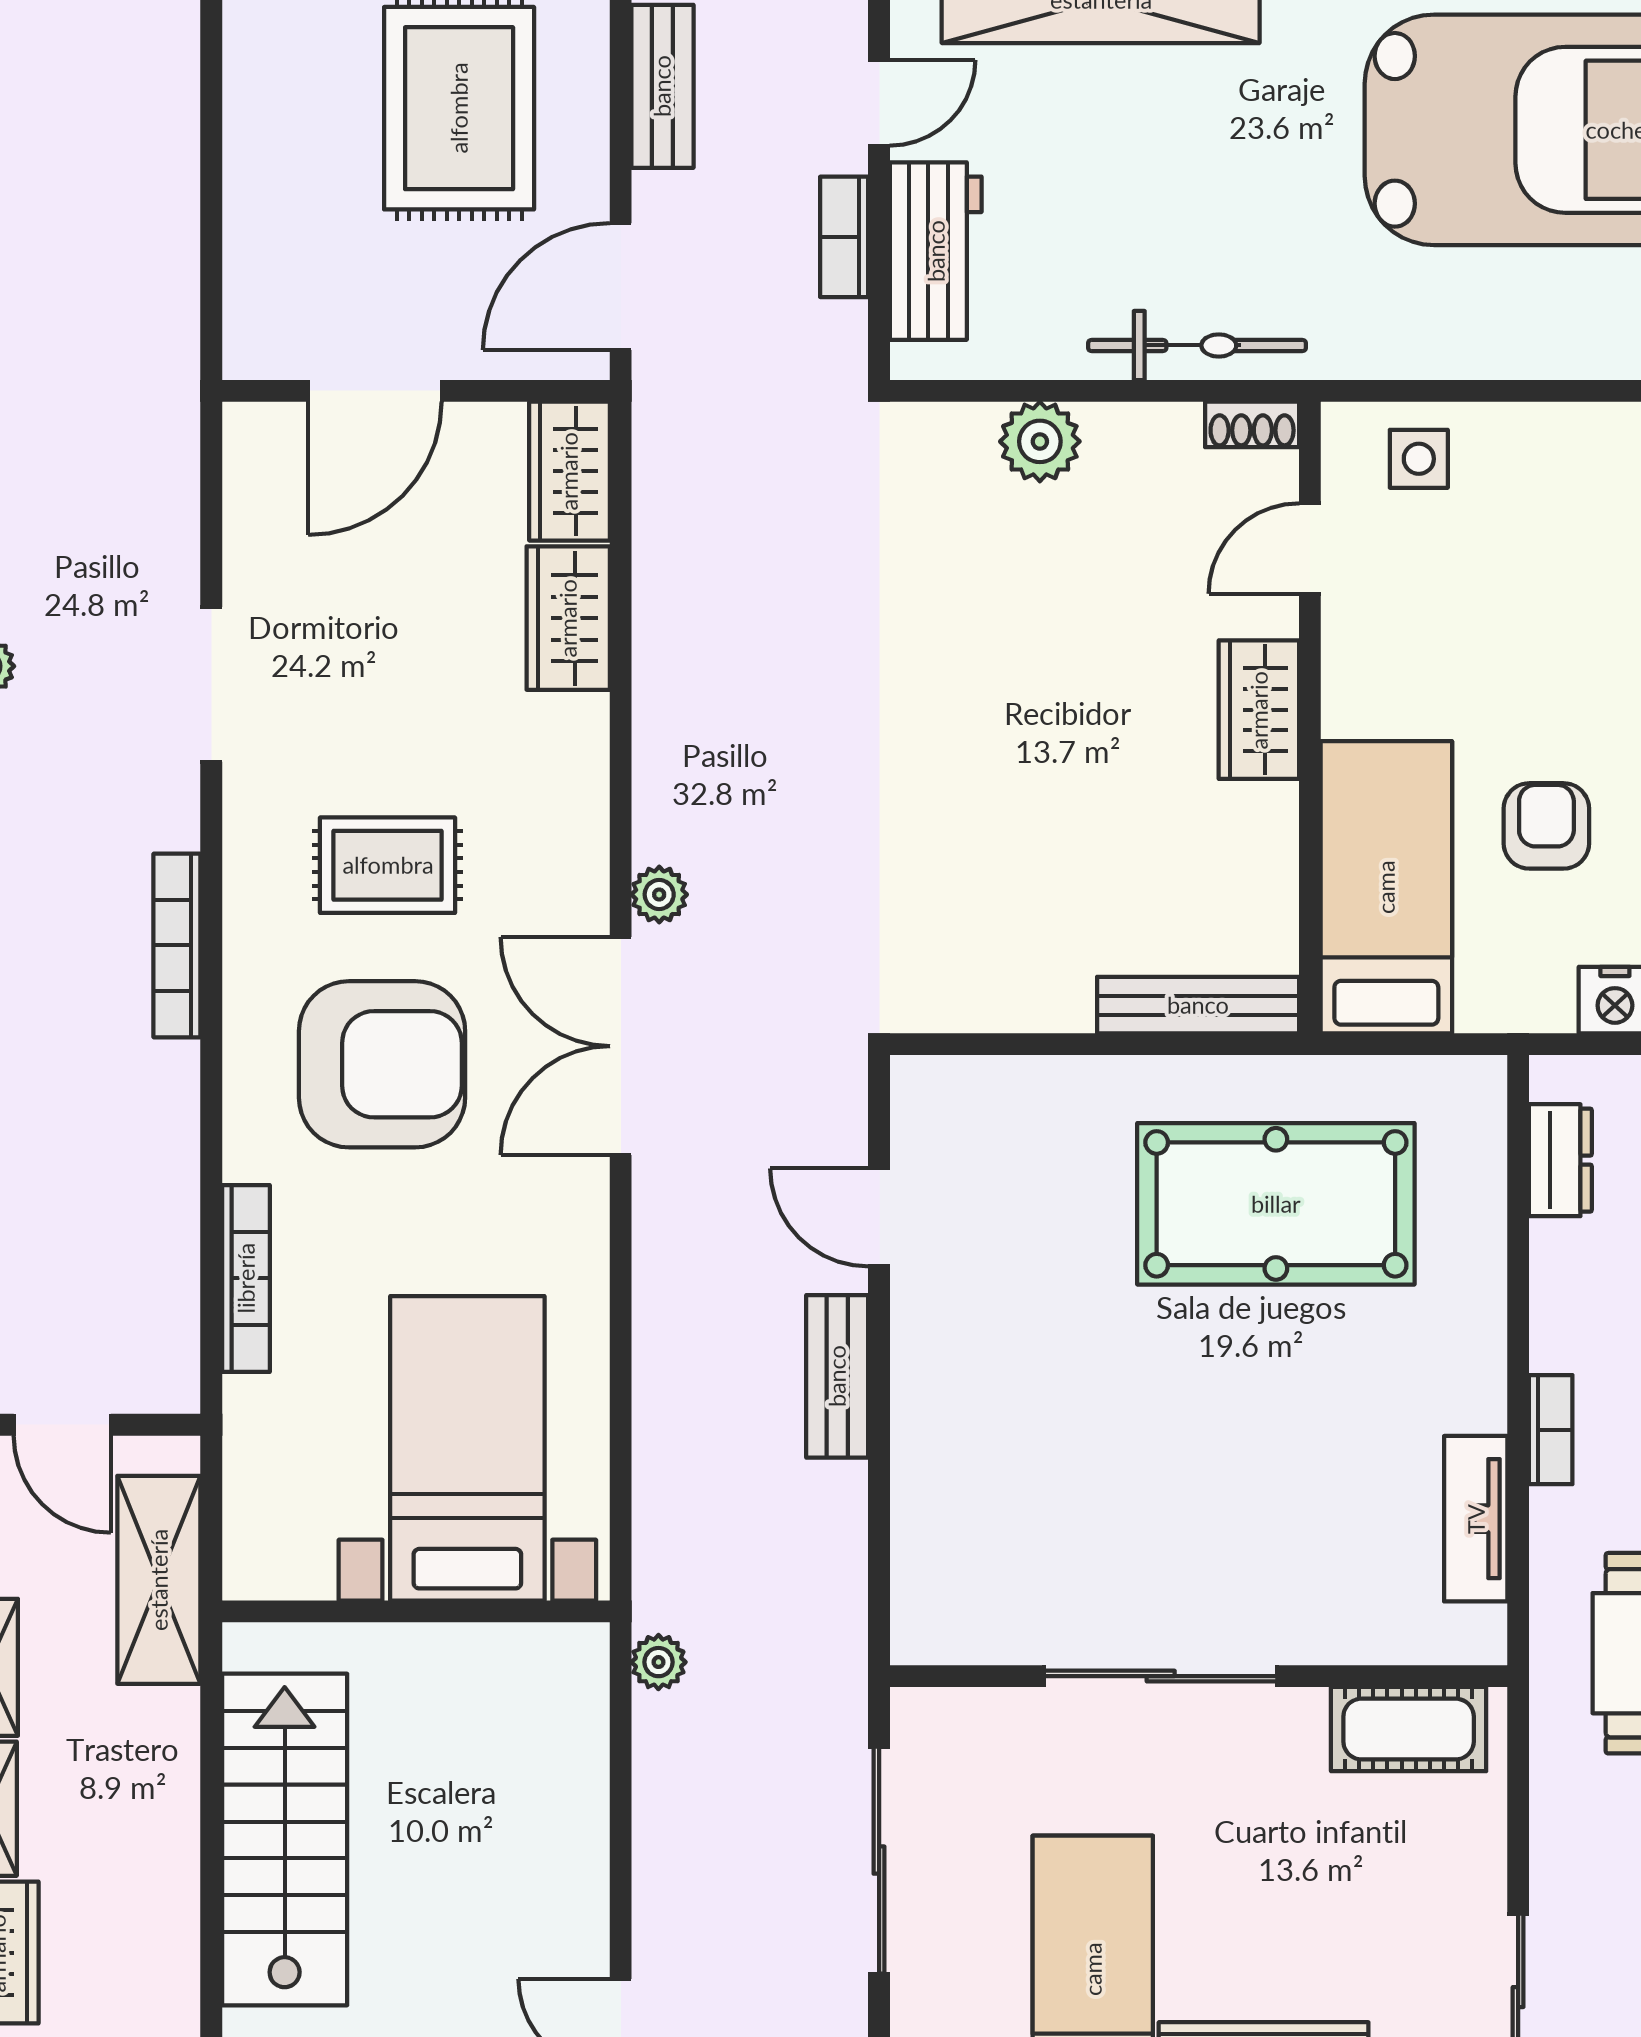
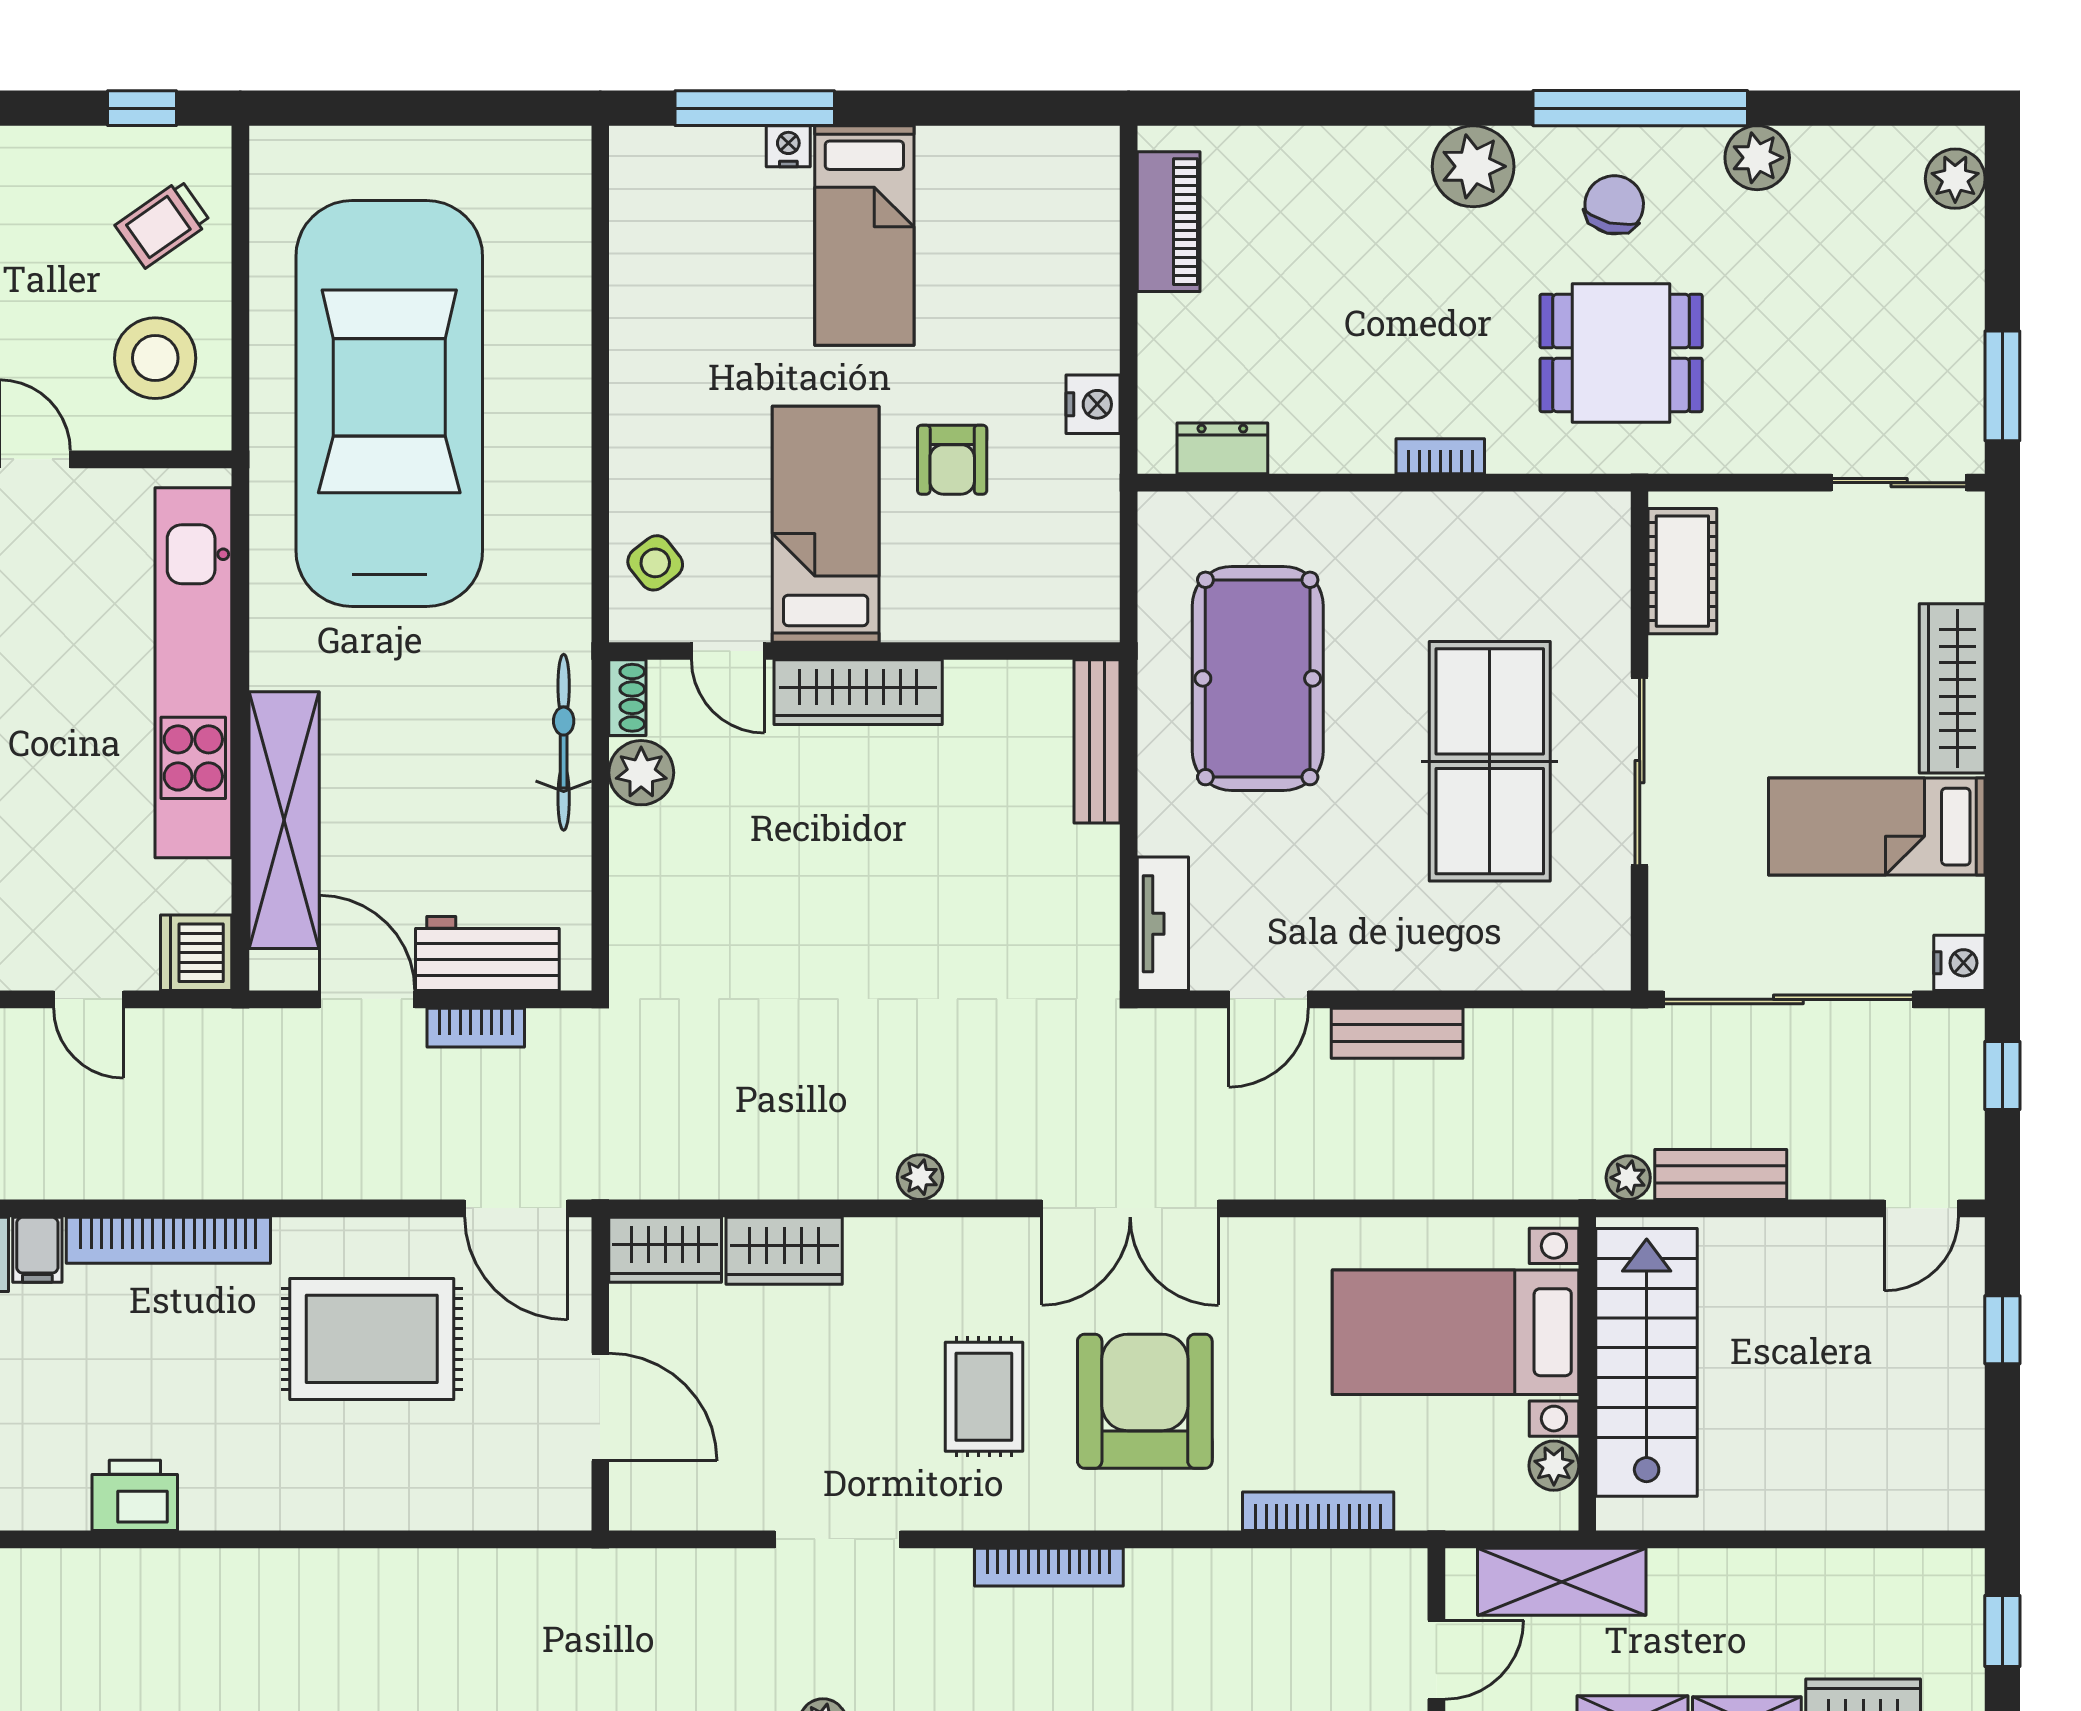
bench: (662, 86) -> (1721, 1175), moved
door: (879, 103) -> (367, 999), width x1.38
plant: (1040, 441) -> (641, 773), moved
side table: (1419, 459) -> (655, 563), turned -38
wardrobe: (1259, 710) -> (858, 692), width x1.50
armchair: (1546, 826) -> (952, 460), turned -90
bed: (1386, 887) -> (826, 524), moved, turned 90
plant: (659, 894) -> (920, 1177), moved
table tennis table: (1173, 1491) -> (1490, 761), added
tv unit: (1476, 1519) -> (1163, 924), moved, turned -90
plant: (302, 1570) -> (1554, 1466), added
stairs: (285, 1840) -> (1647, 1362), moved, turned 90
sliding door: (879, 1860) -> (1788, 999), width x1.36

